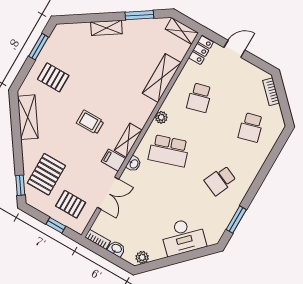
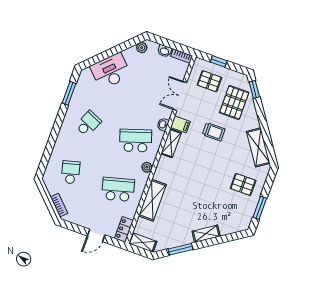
school desk: (199, 98) -> (118, 189), width x1.85
trolley: (90, 122) -> (214, 132), moved

